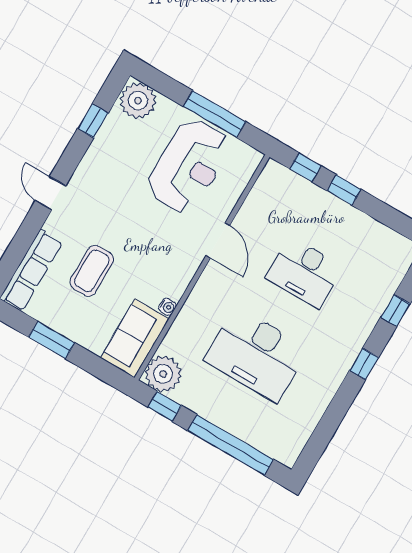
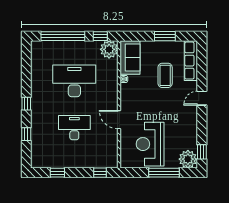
window: (215, 114) -> (164, 173), moved
window: (93, 121) -> (202, 152), moved
window: (344, 190) -> (57, 173), moved
door: (51, 193) -> (202, 98), swing flipped

